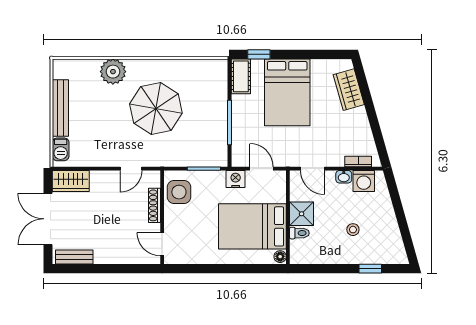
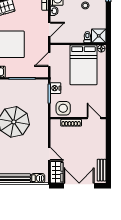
door: (131, 169) -> (49, 154), moved
nightstand: (236, 179) -> (55, 88), moved
shower: (302, 214) -> (99, 36), moved
double door: (48, 219) -> (79, 186), swing flipped
door: (162, 244) -> (94, 118), swing flipped

